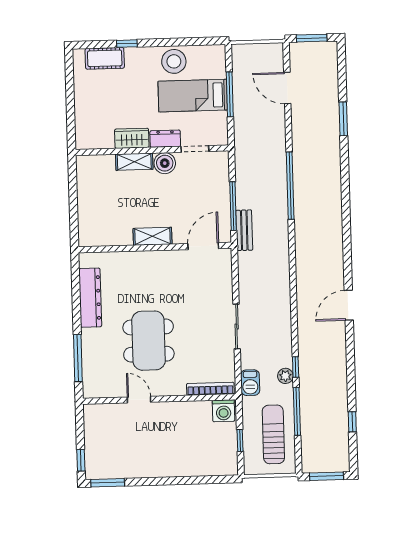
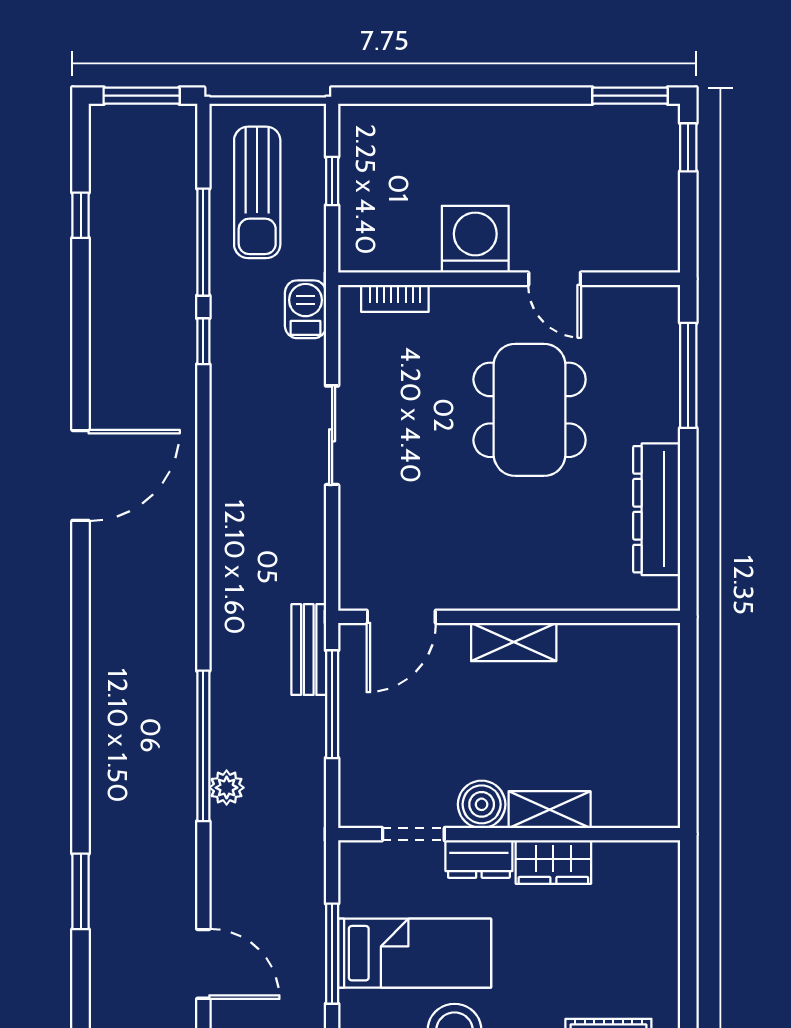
door: (349, 305) -> (81, 475), width x1.36
plant: (285, 376) -> (227, 788), moved
bookcase: (210, 389) -> (395, 298), width x0.64
washing machine: (224, 411) -> (475, 239), moved, width x1.37, depth x1.37

